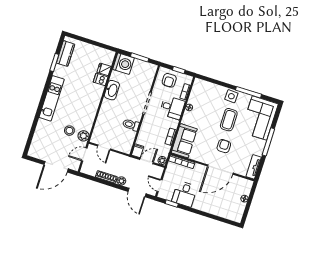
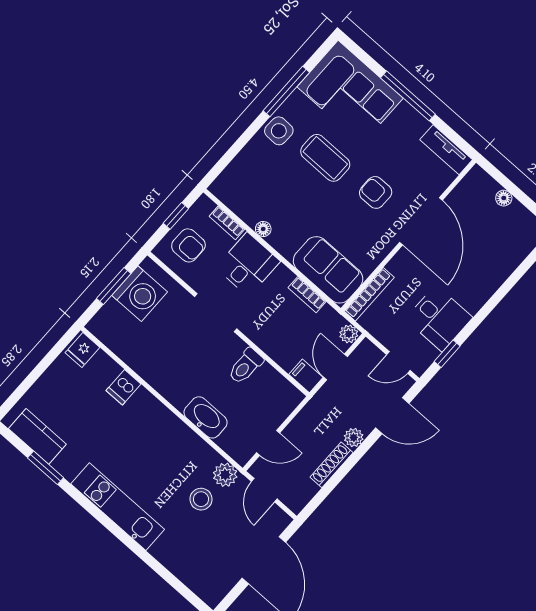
washing machine: (123, 64) -> (140, 294), moved, turned 90
fridge: (104, 69) -> (82, 350), moved
washbasin: (112, 90) -> (206, 417), moved

